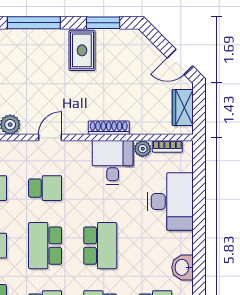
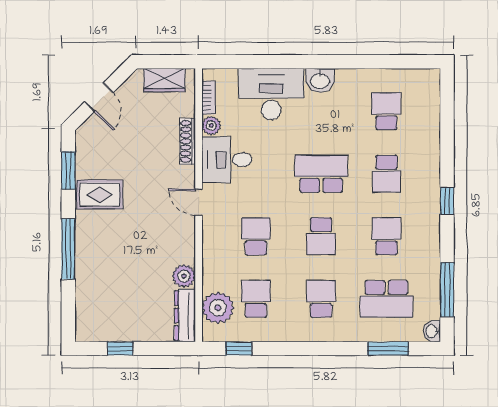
door: (180, 62) -> (99, 97), moved
shoe rack: (109, 128) -> (187, 141), moved
door: (50, 138) -> (199, 202), moved
school desk: (45, 246) -> (321, 236), width x0.54
washbasin: (183, 267) -> (320, 80), moved

